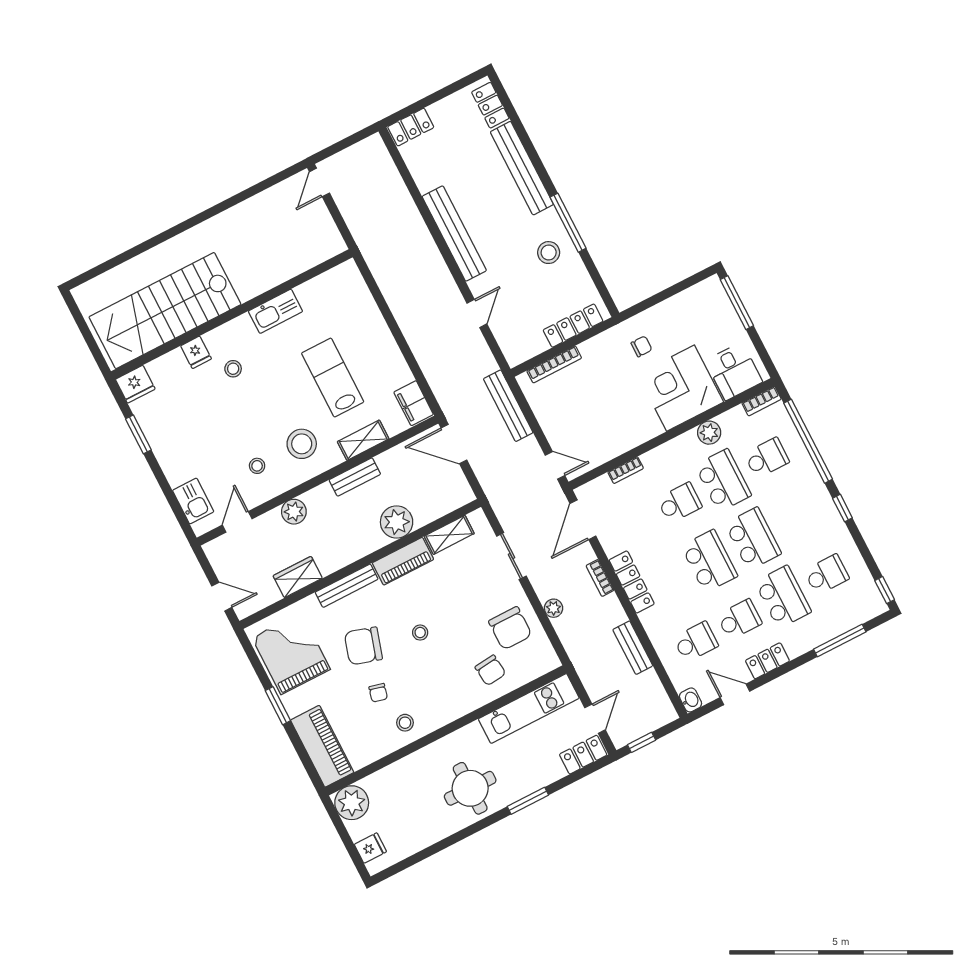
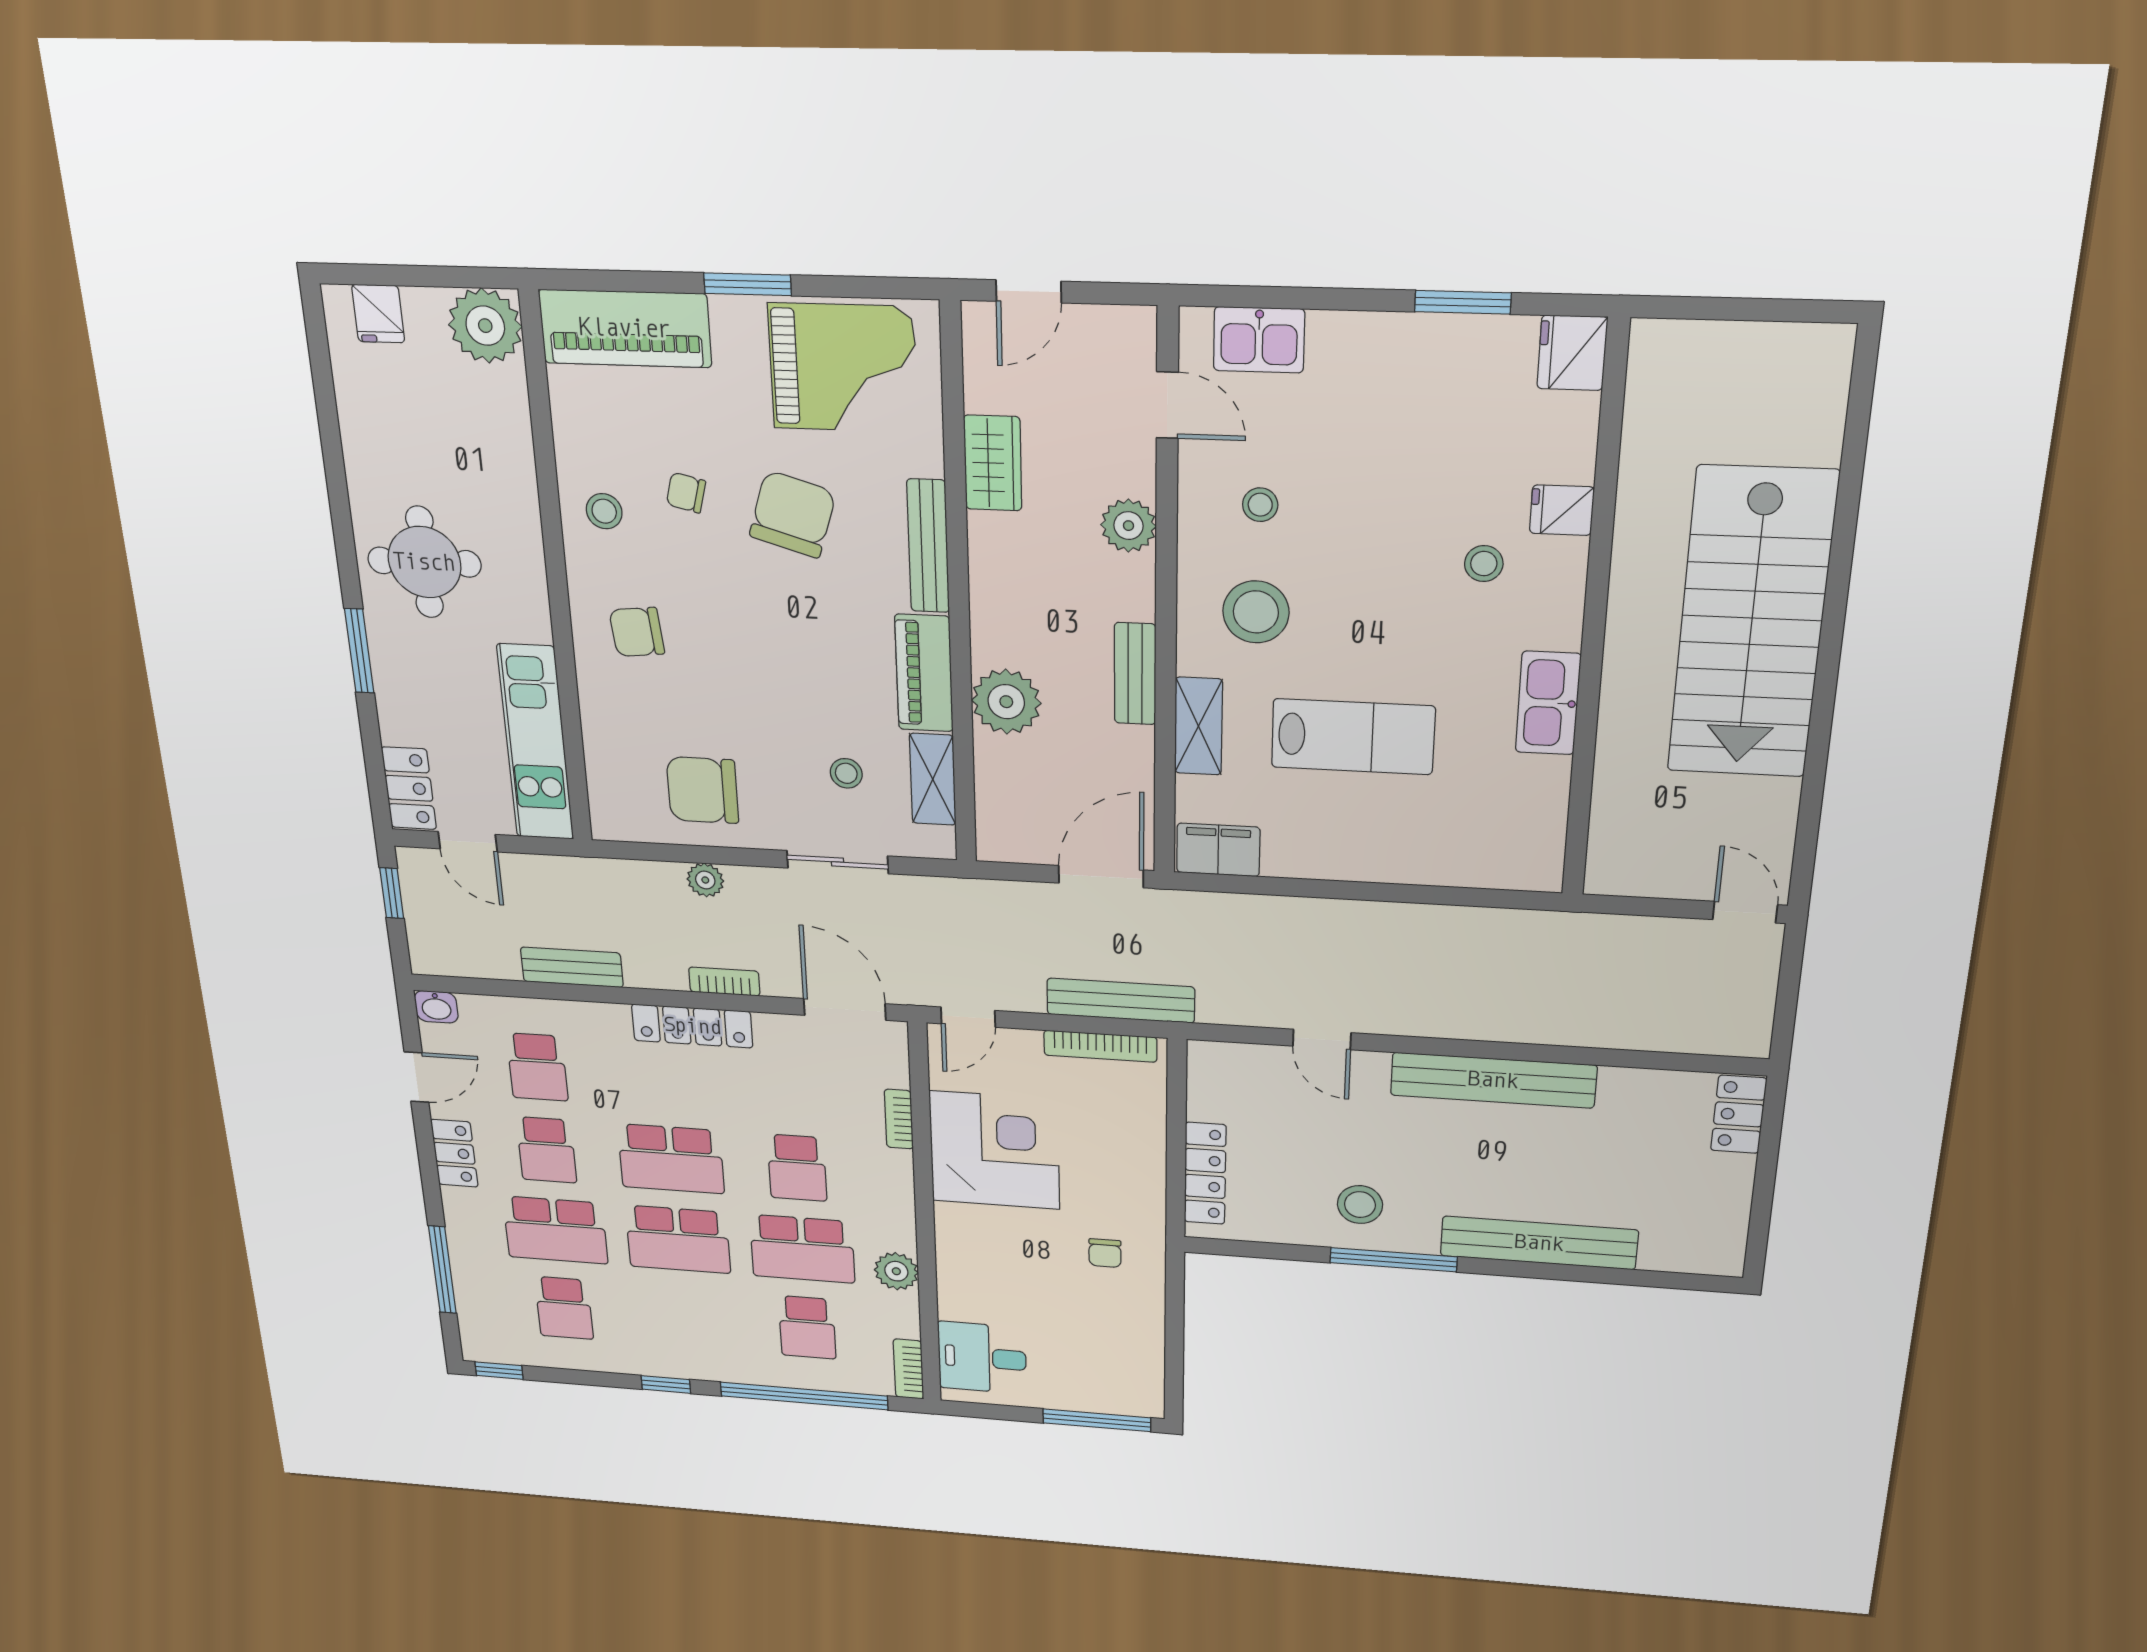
locker: (490, 105) -> (1686, 1255), removed
stairs: (165, 311) -> (1752, 624), moved, turned 180
bookcase: (554, 364) -> (1100, 1046), moved, turned -90
corner desk: (680, 388) -> (995, 1150), moved
stool: (420, 633) -> (846, 773), moved
chair: (490, 670) -> (637, 632), moved

